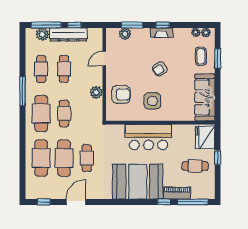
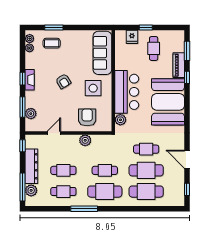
window: (74, 25) -> (23, 146), moved
door: (104, 59) -> (54, 133), swing flipped
sofa: (205, 97) -> (102, 53), moved, turned 90
plant: (118, 130) -> (120, 120), added
fridge: (205, 137) -> (132, 37), width x0.53, depth x0.75
window: (193, 202) -> (187, 51), width x0.69

